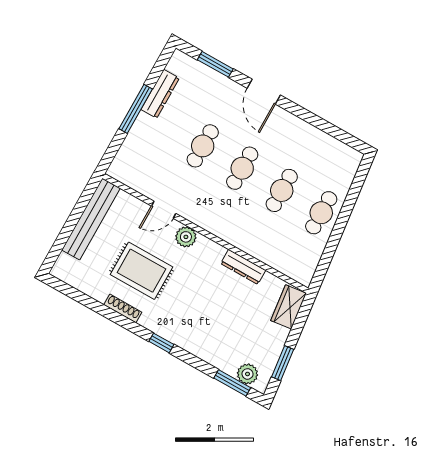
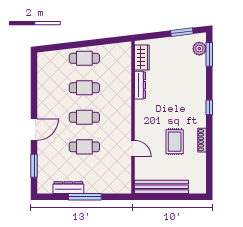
plant: (186, 237) -> (141, 127), removed
rug: (141, 271) -> (175, 142), width x0.73, depth x0.70
wardrobe: (289, 307) -> (142, 58), moved, turned -83

